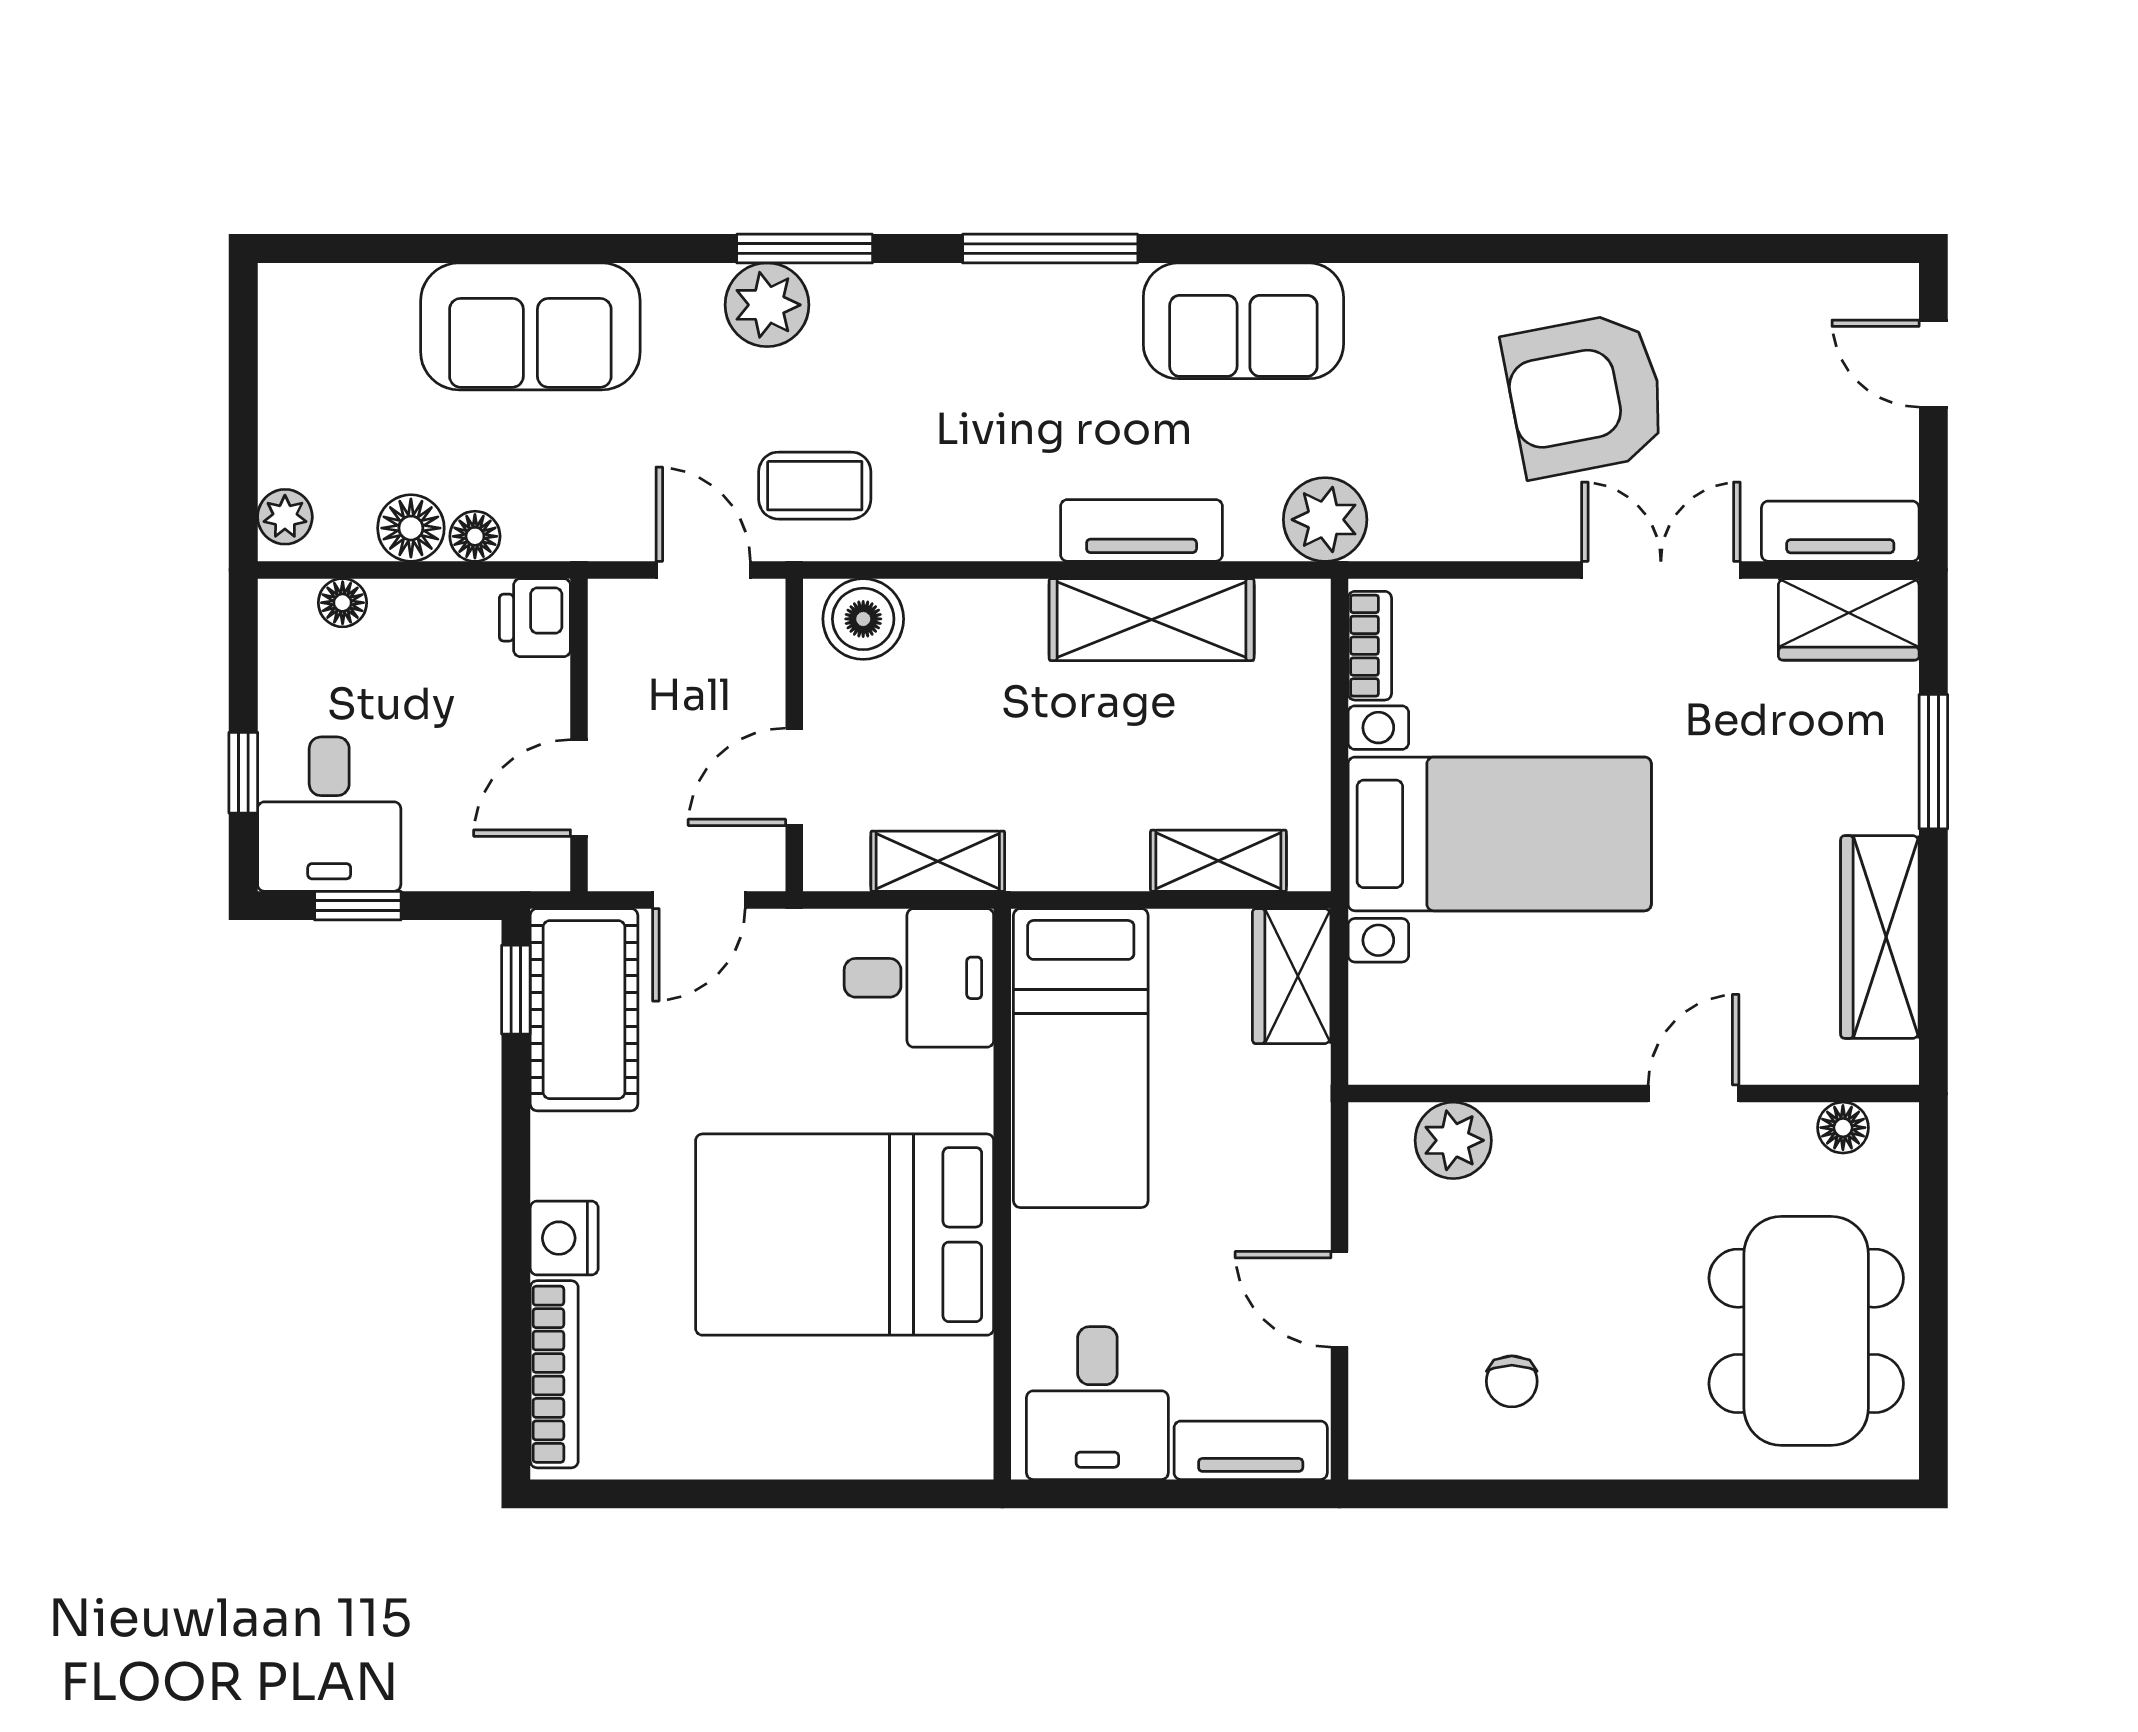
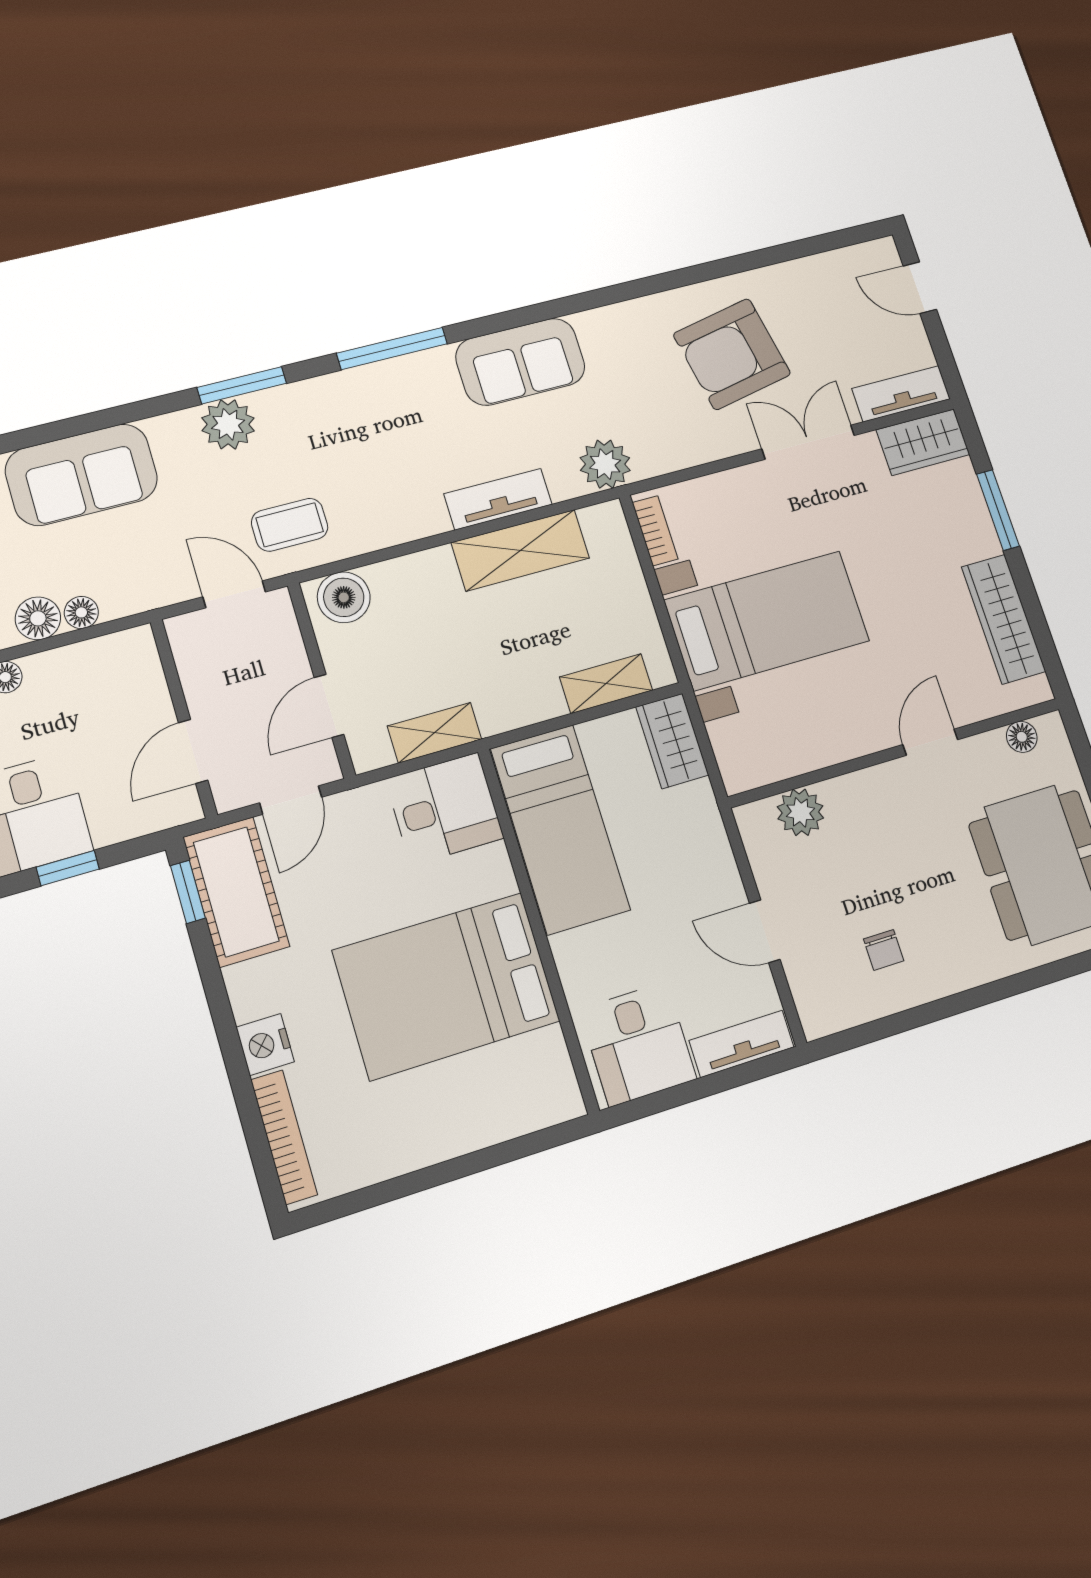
printer: (535, 618) -> (134, 653), removed

